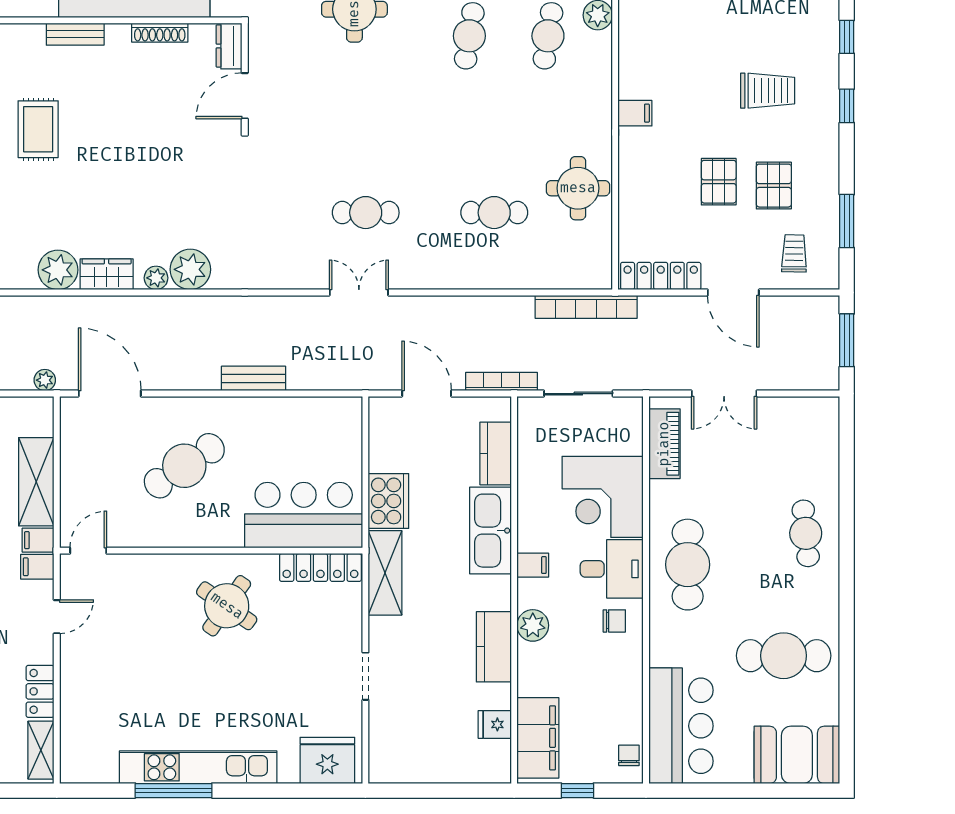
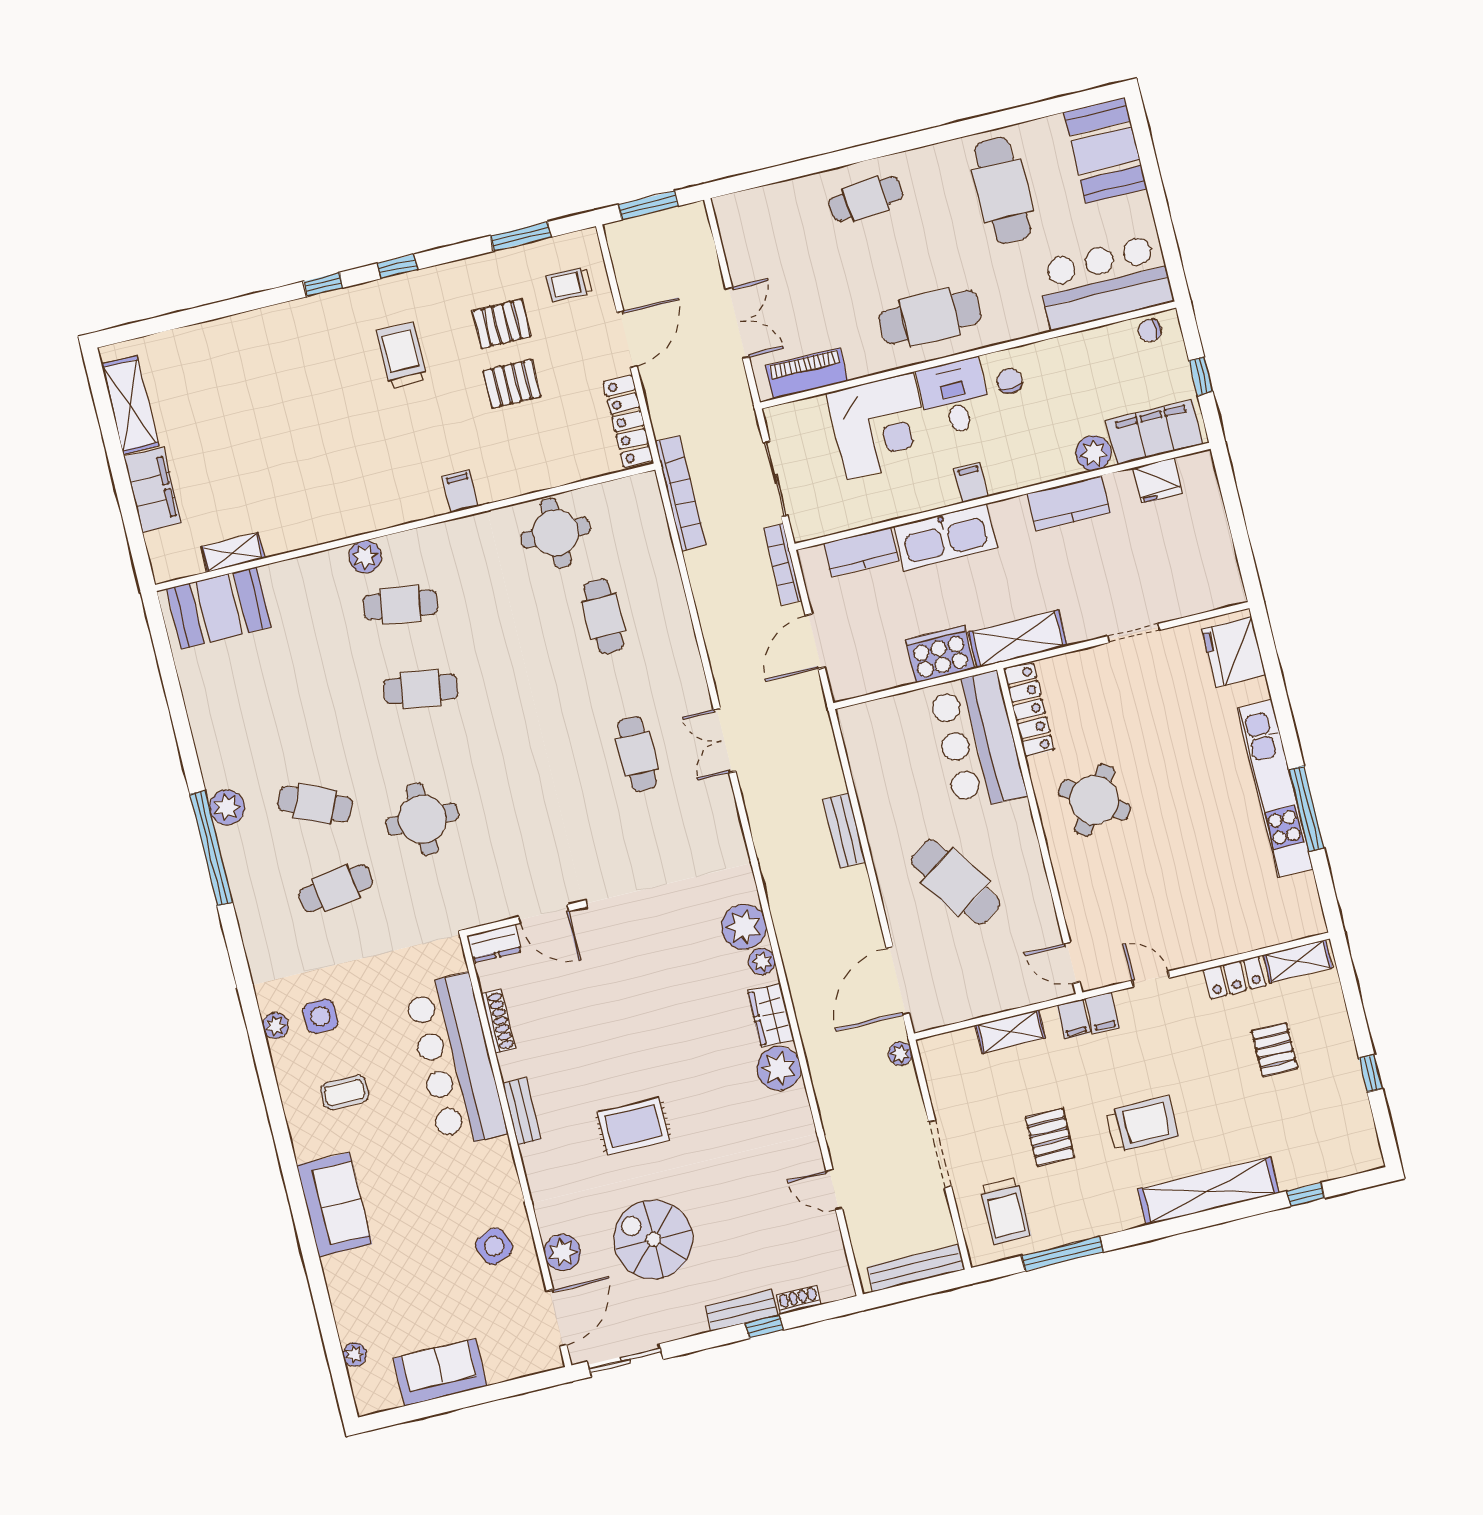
shelving: (36, 482) -> (1010, 1032), width x0.67, depth x0.75
plant: (533, 625) -> (1094, 453), moved
fridge: (495, 724) -> (1157, 481), width x1.38

